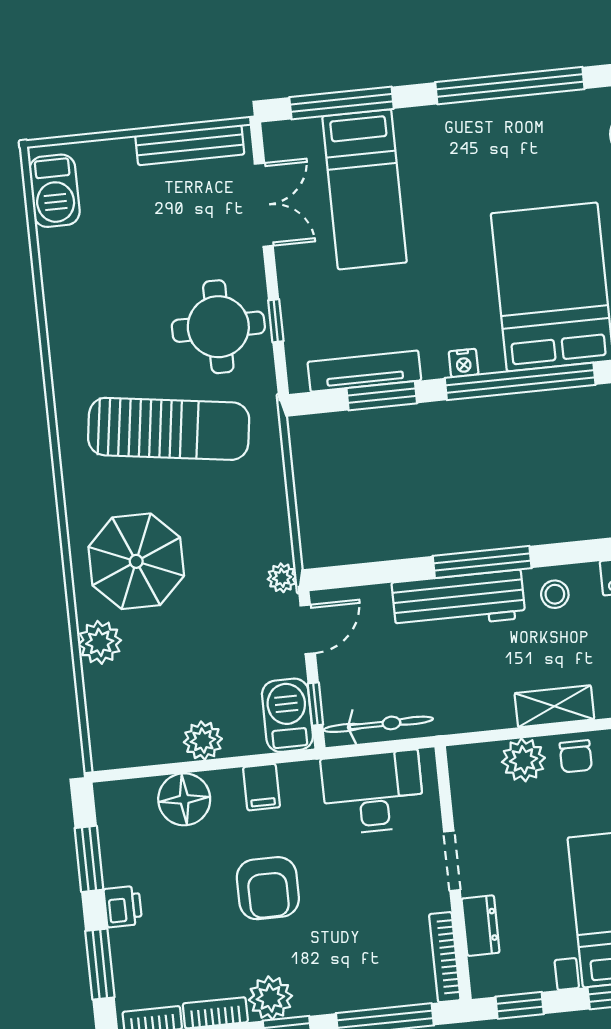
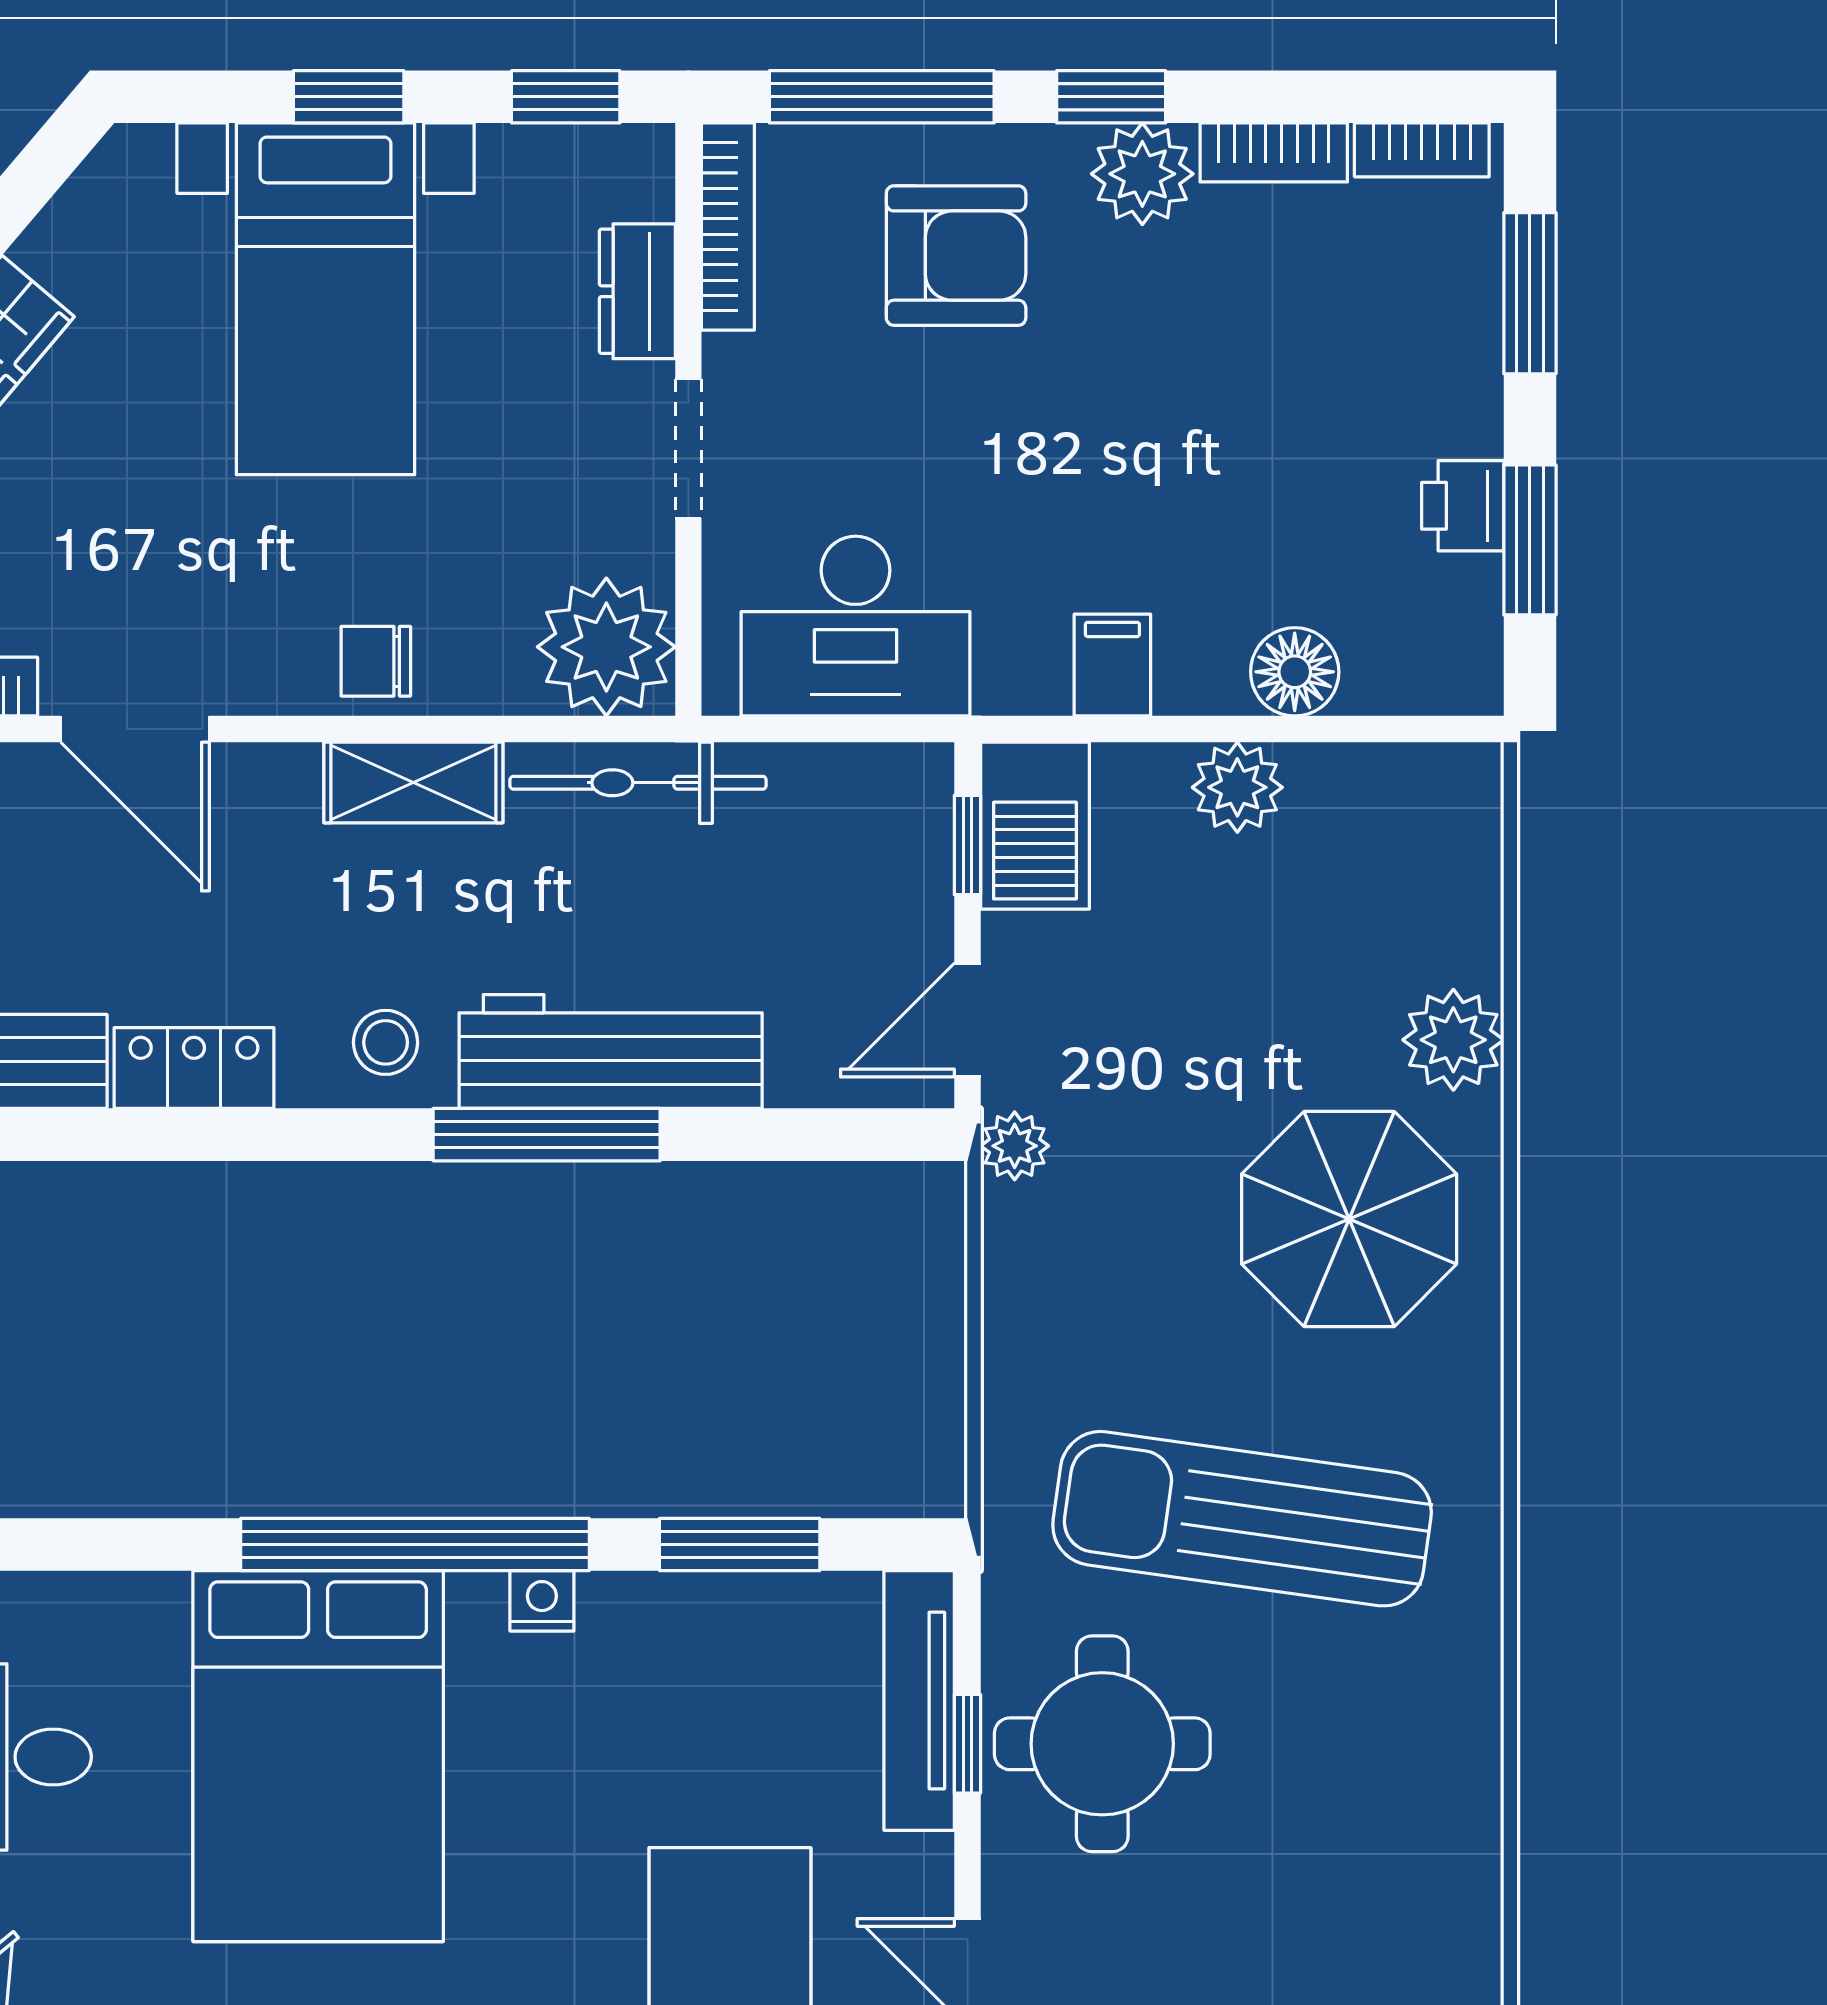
tv unit: (364, 371) -> (919, 1701), moved, turned 90
bicycle: (378, 724) -> (638, 783), moved
chair: (576, 756) -> (376, 661), turned -90
plant: (523, 760) -> (606, 647), moved, width x1.36, depth x1.36
floor lamp: (184, 799) -> (1295, 672), width x0.73, depth x0.73
armchair: (268, 888) -> (956, 256), moved, turned 90
printer: (123, 907) -> (1463, 506), moved

